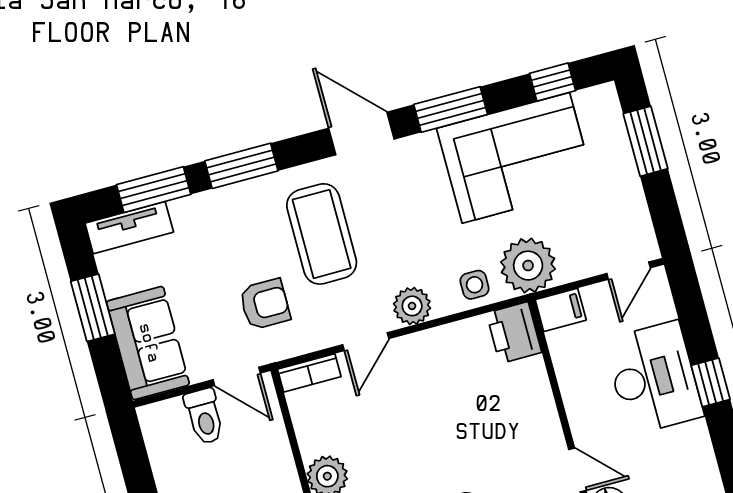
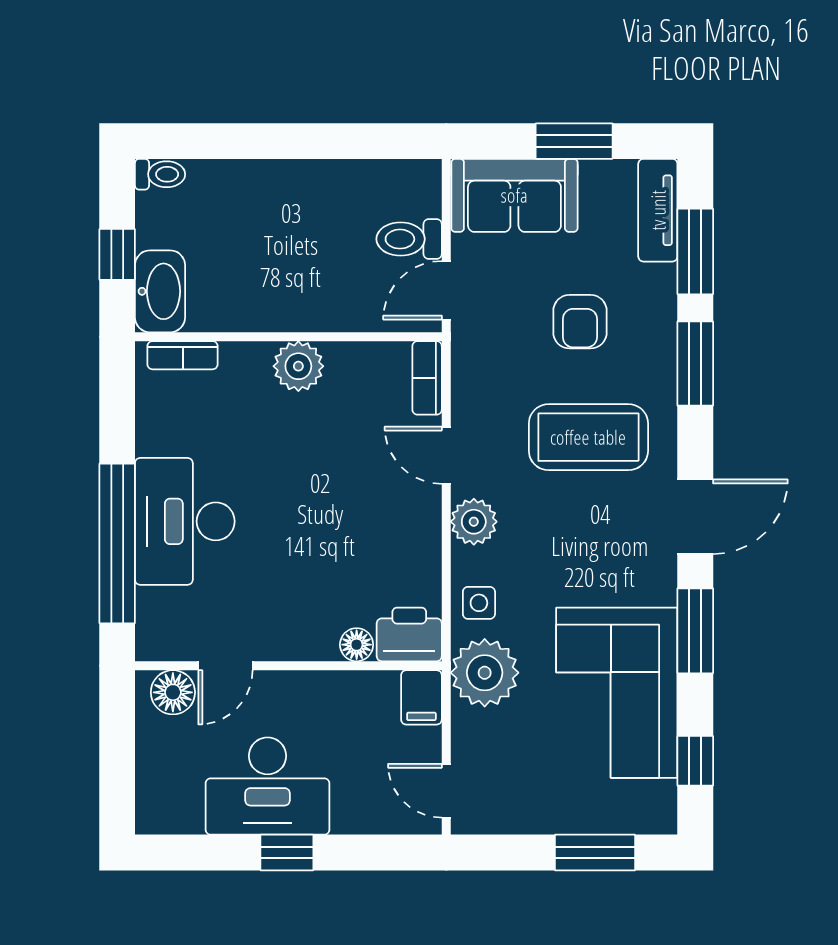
armchair: (265, 304) -> (580, 322), moved
floor lamp: (533, 372) -> (357, 645), added
desk: (654, 378) -> (268, 786), moved

